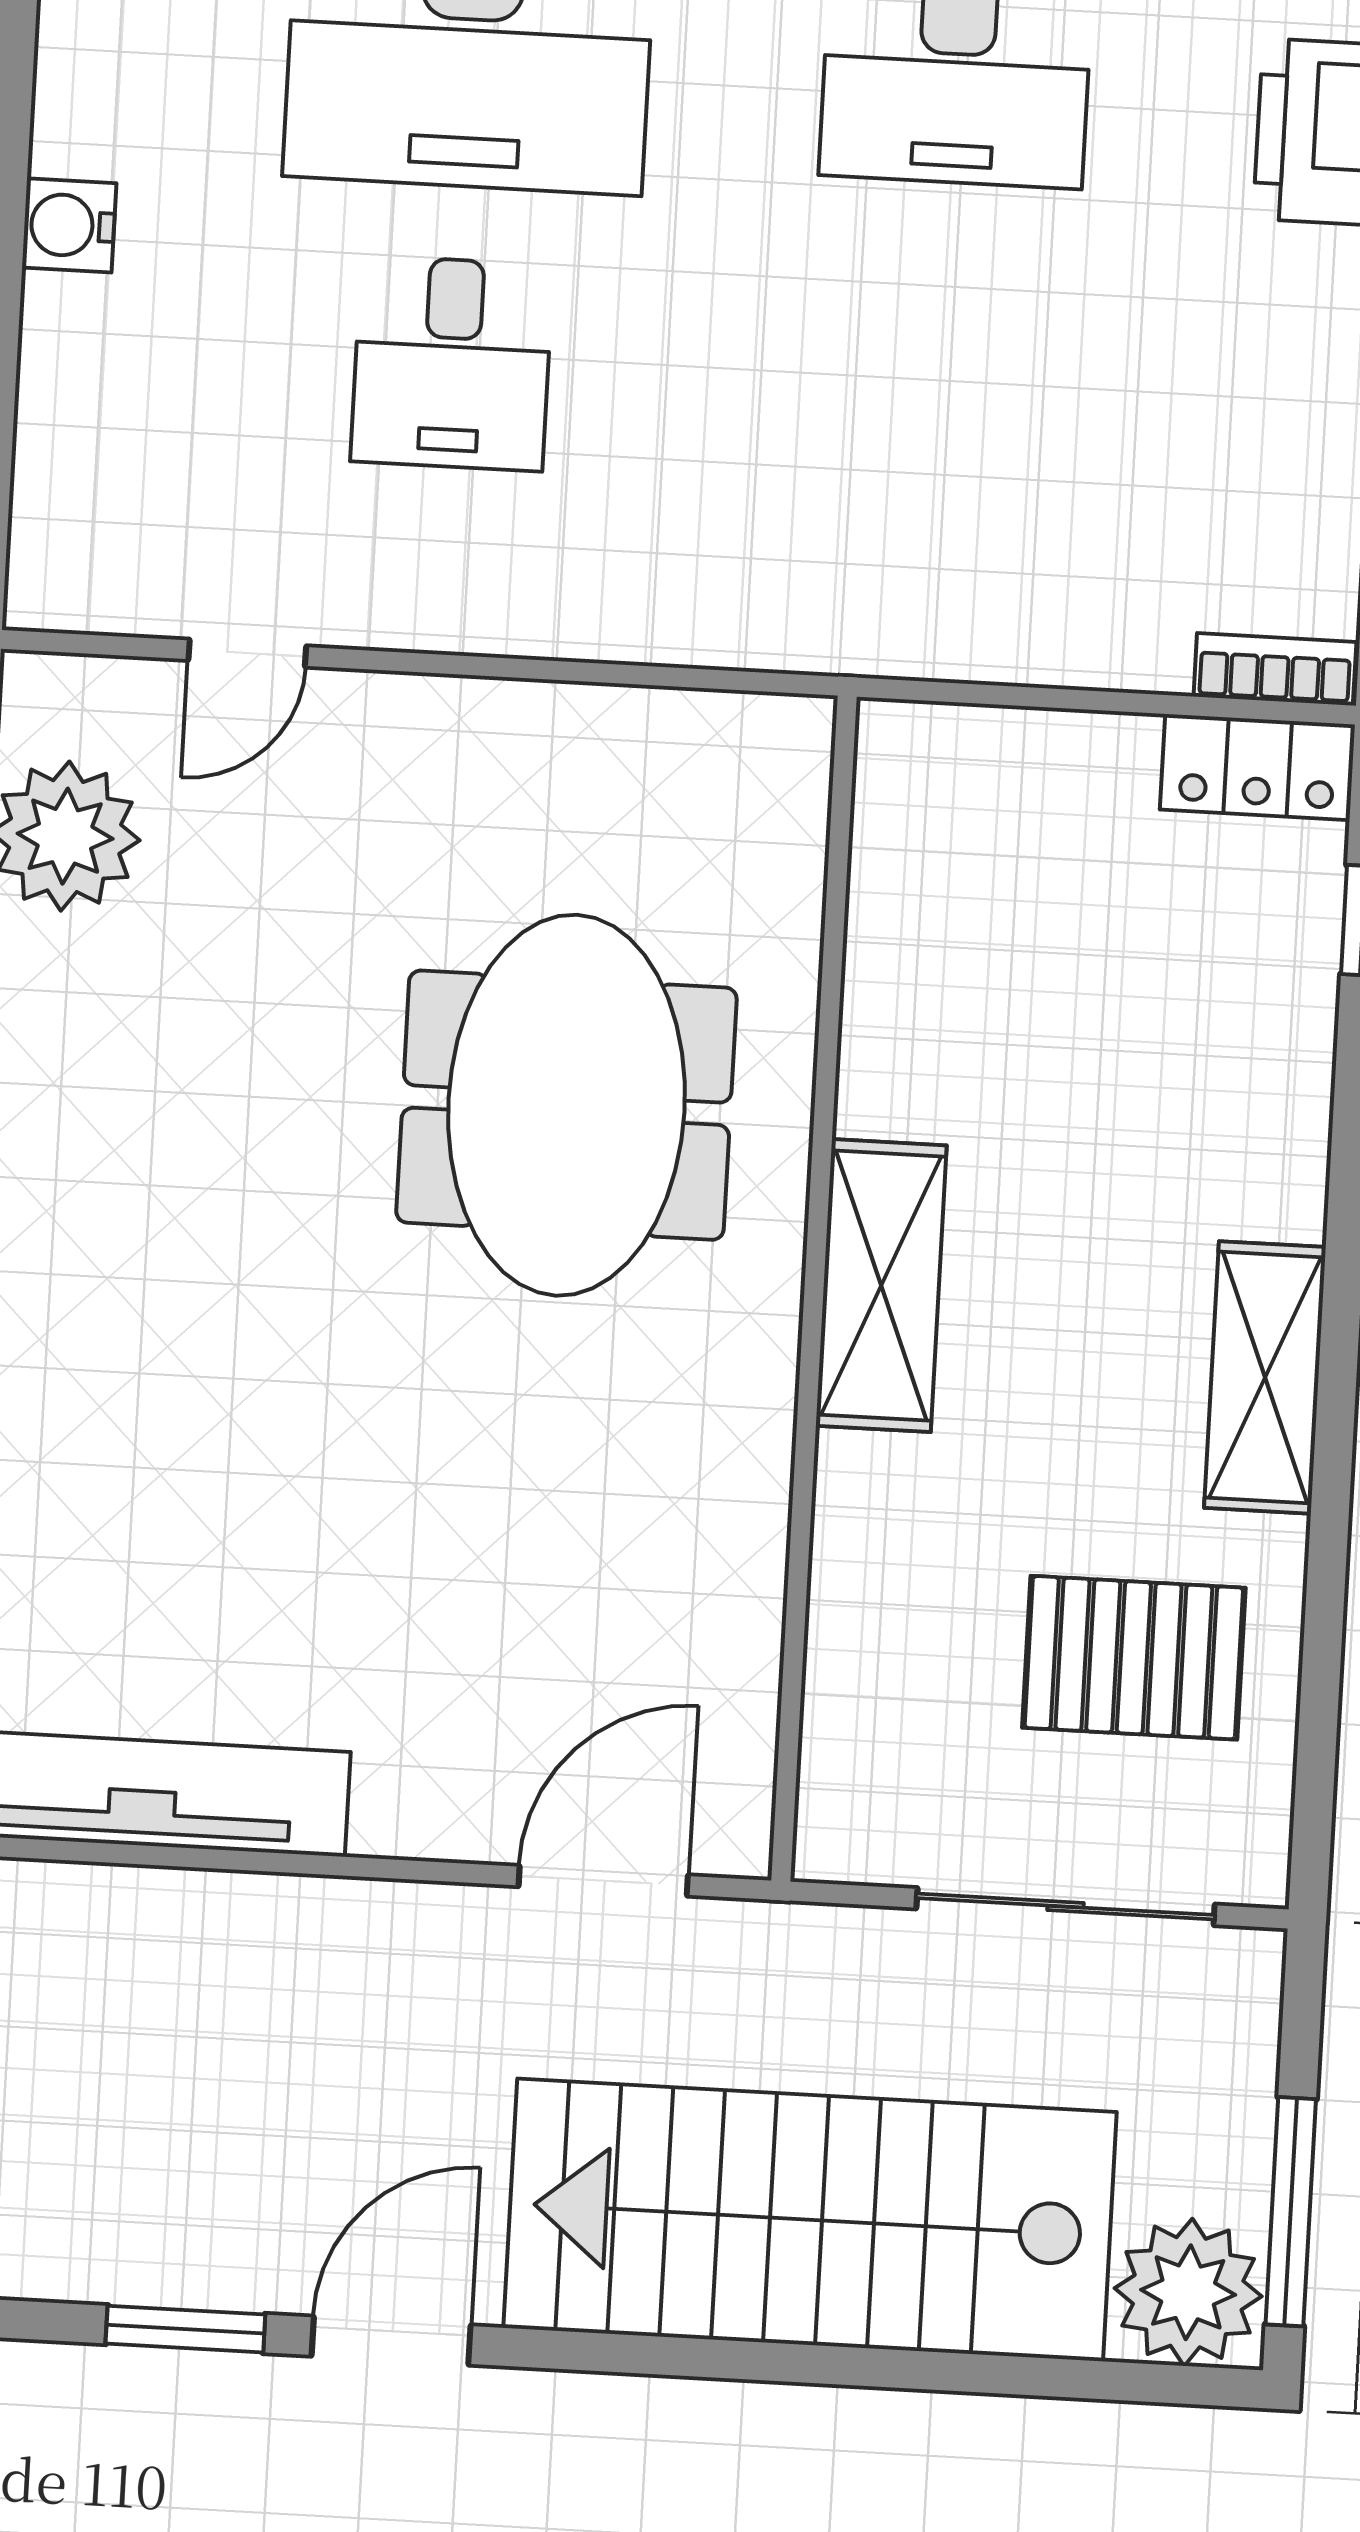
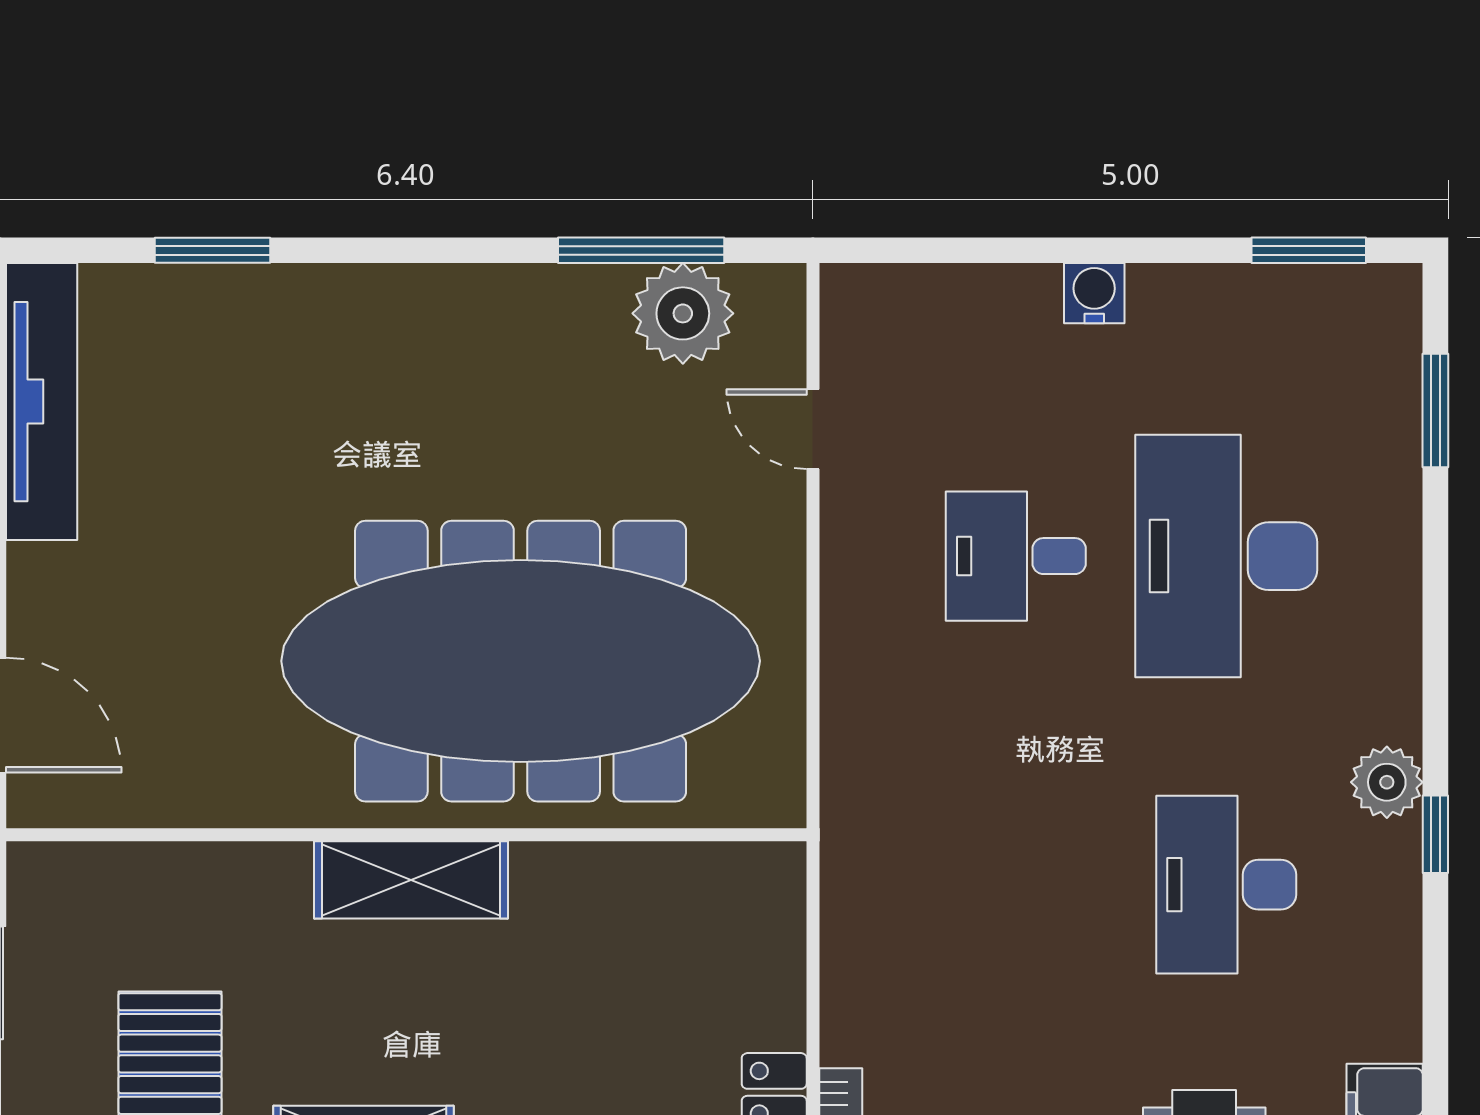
meeting table: (566, 1105) -> (521, 661), width x1.86, depth x1.27

